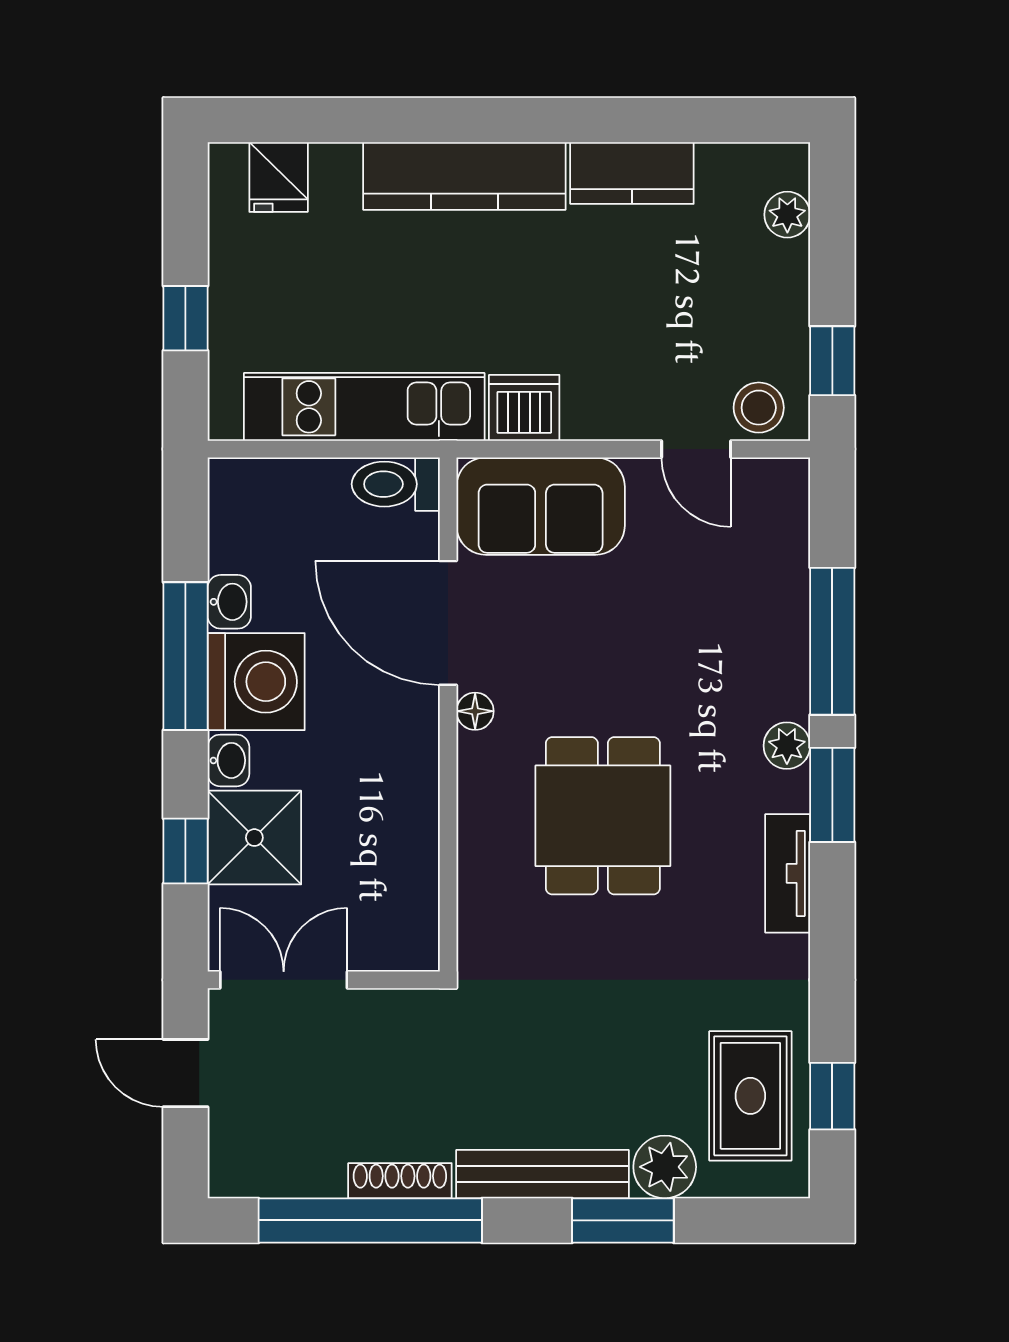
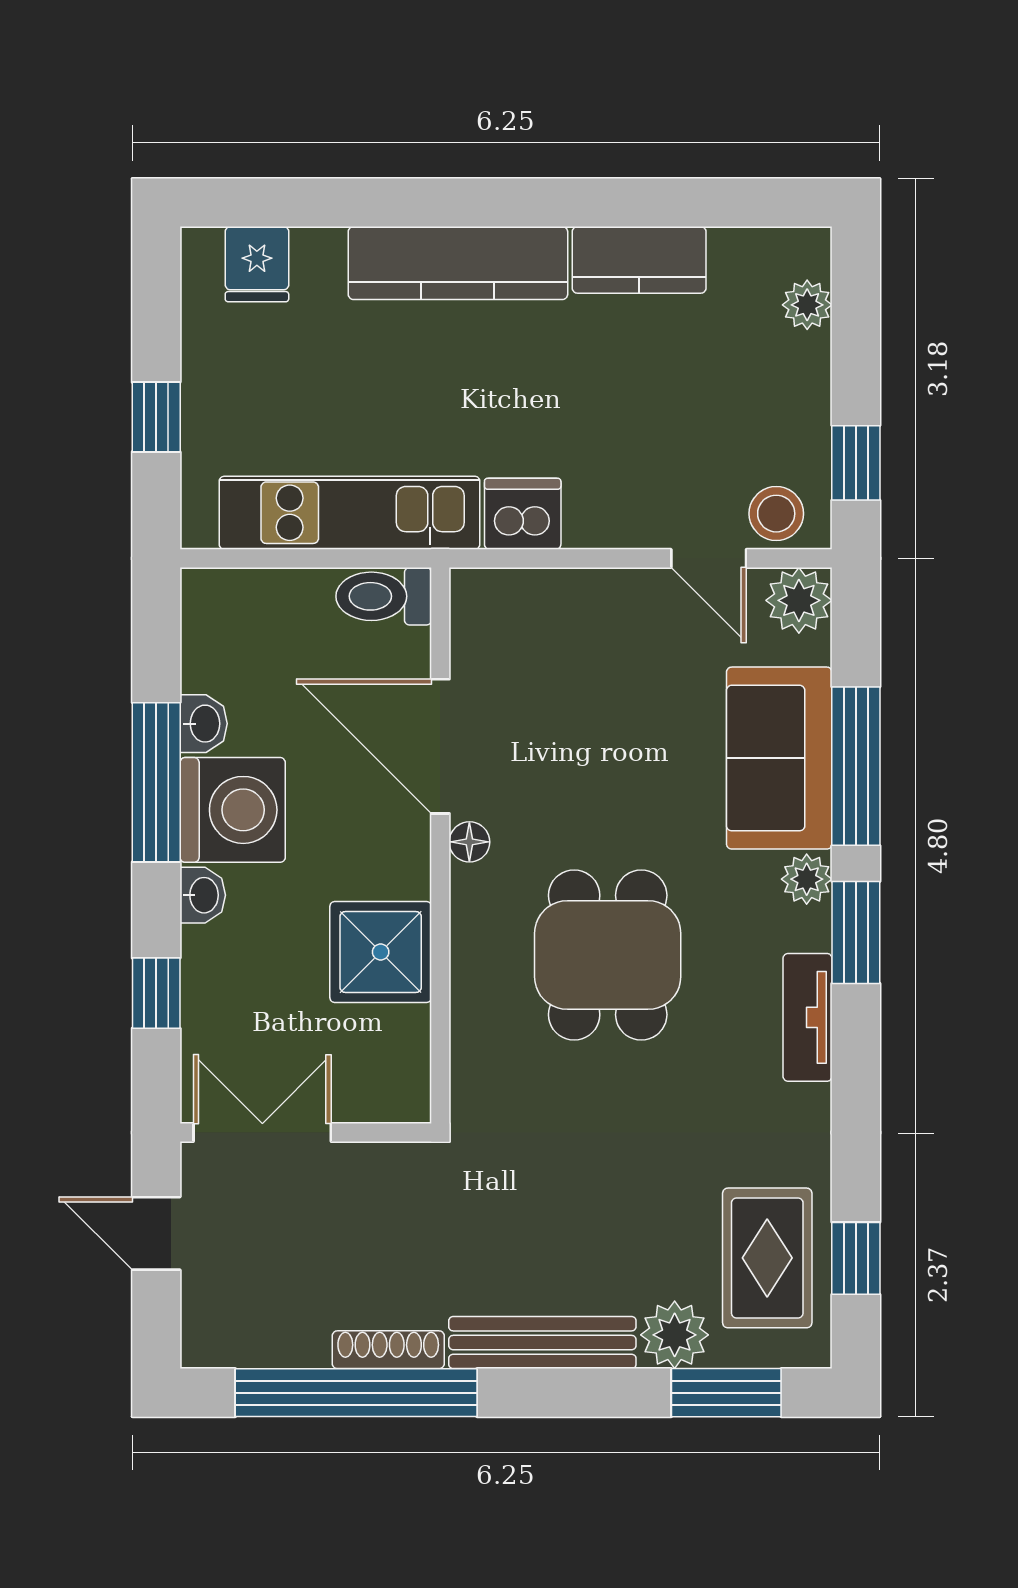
plant: (780, 488) -> (799, 600), added
sofa: (541, 506) -> (779, 758), moved, turned 90
shower: (254, 838) -> (381, 952), moved
window: (623, 1220) -> (726, 1393), moved

